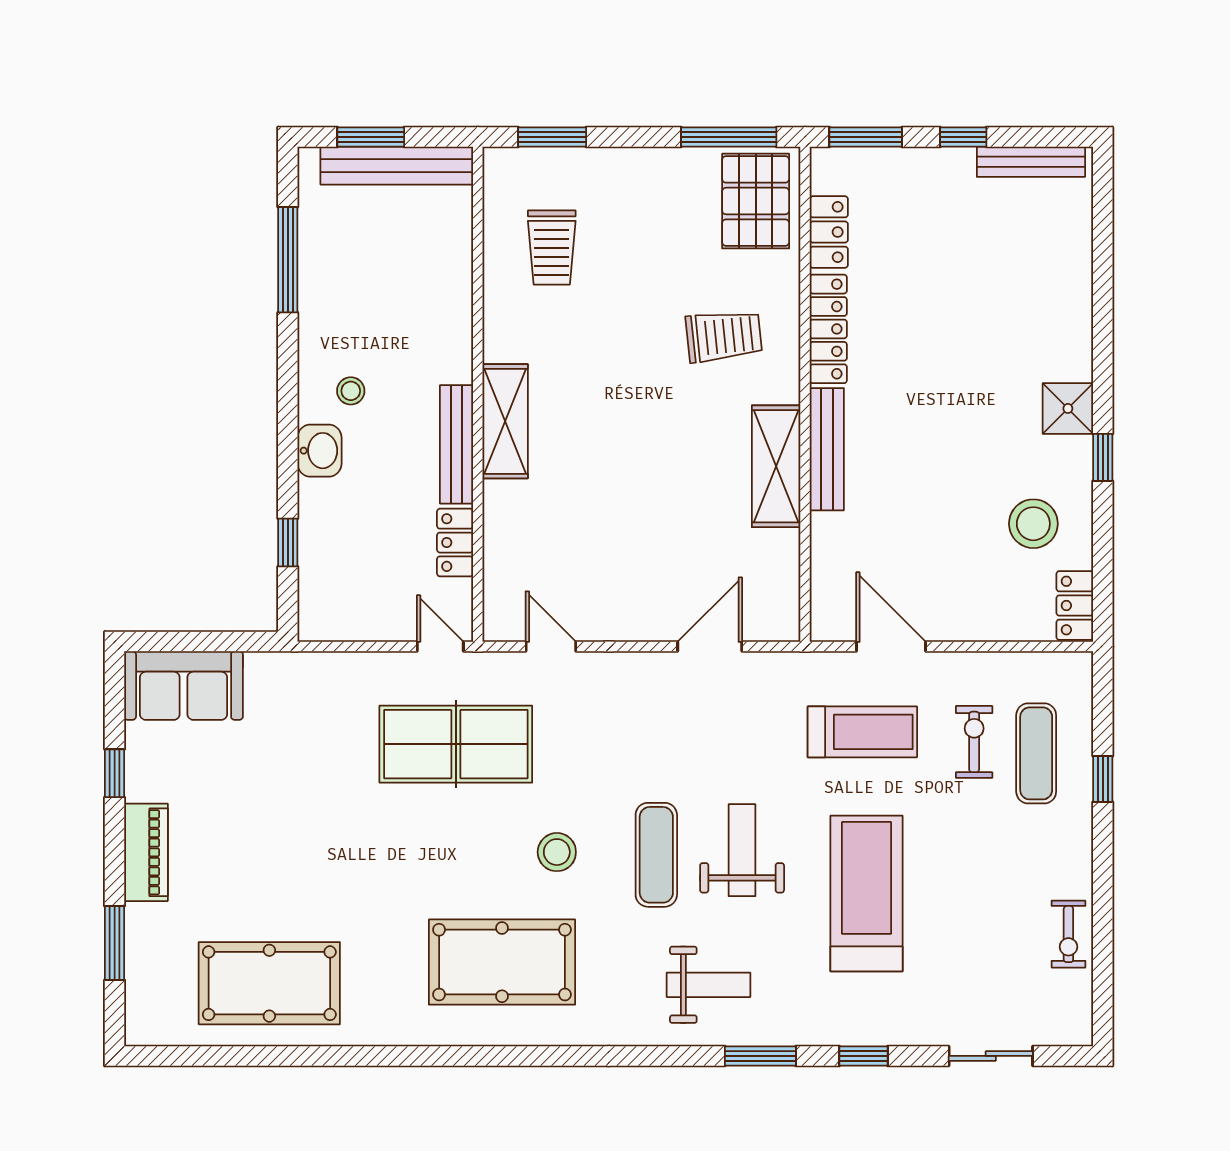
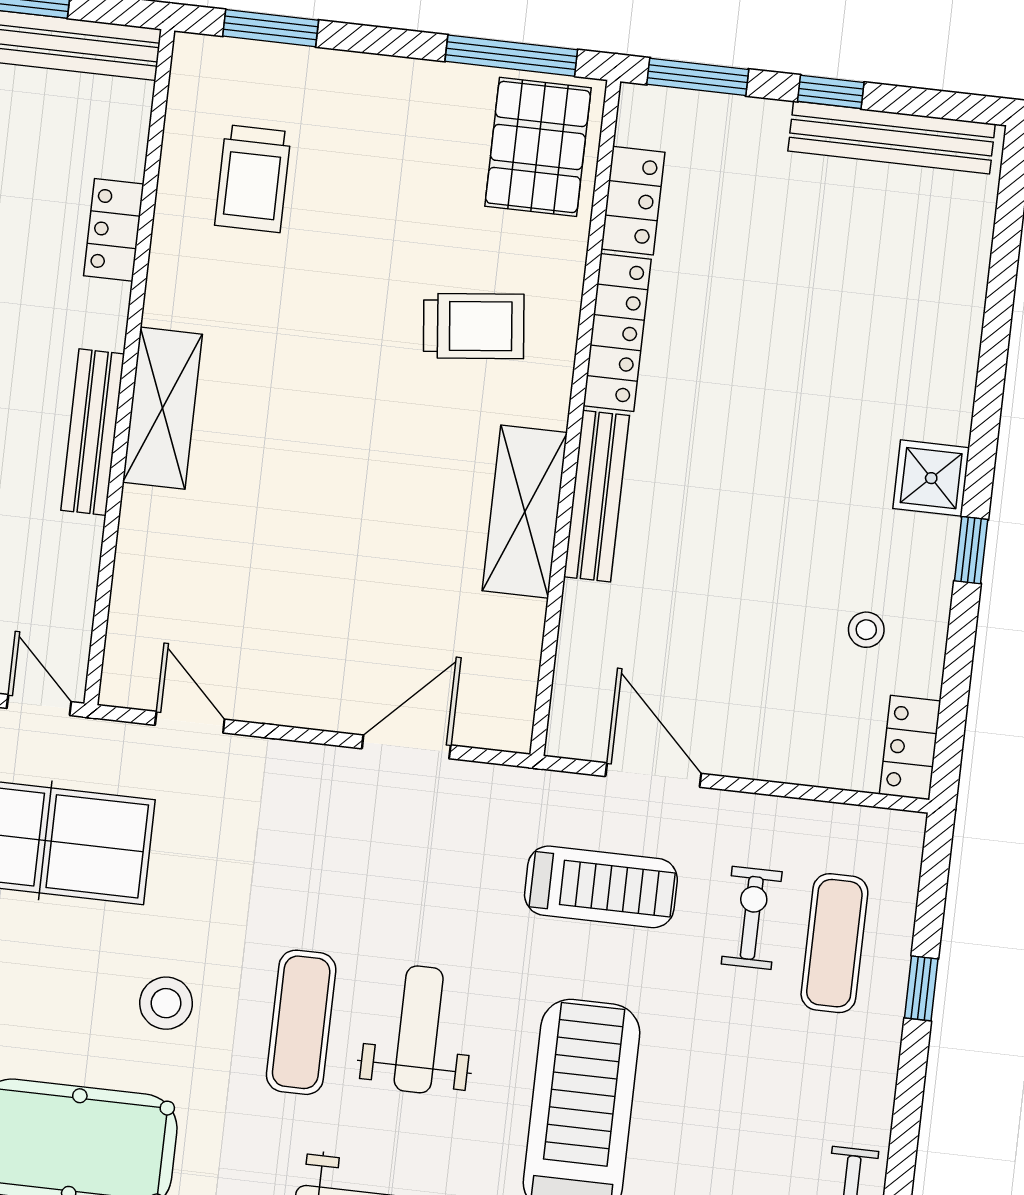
bench: (1031, 162) -> (892, 138), width x1.37, depth x1.21
stool: (1033, 524) -> (866, 630), width x0.53, depth x0.53
locker: (455, 543) -> (114, 230), moved

